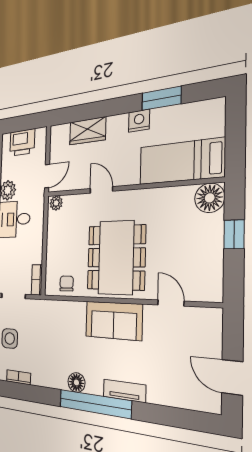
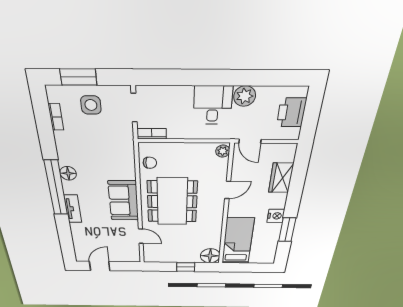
dining table: (116, 258) -> (172, 202), turned 90
door: (171, 303) -> (141, 236), hinge flipped

